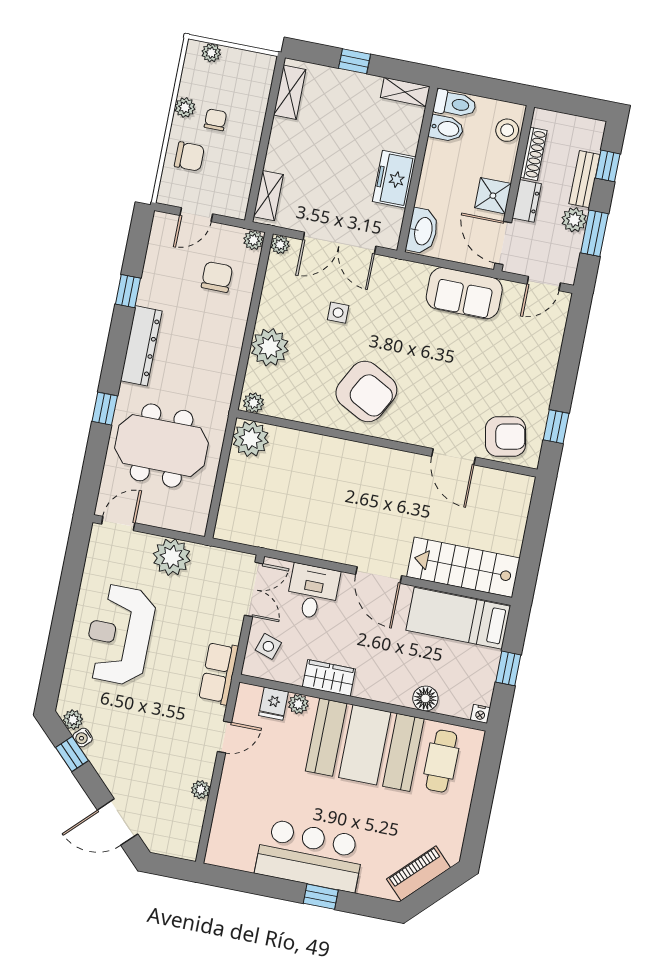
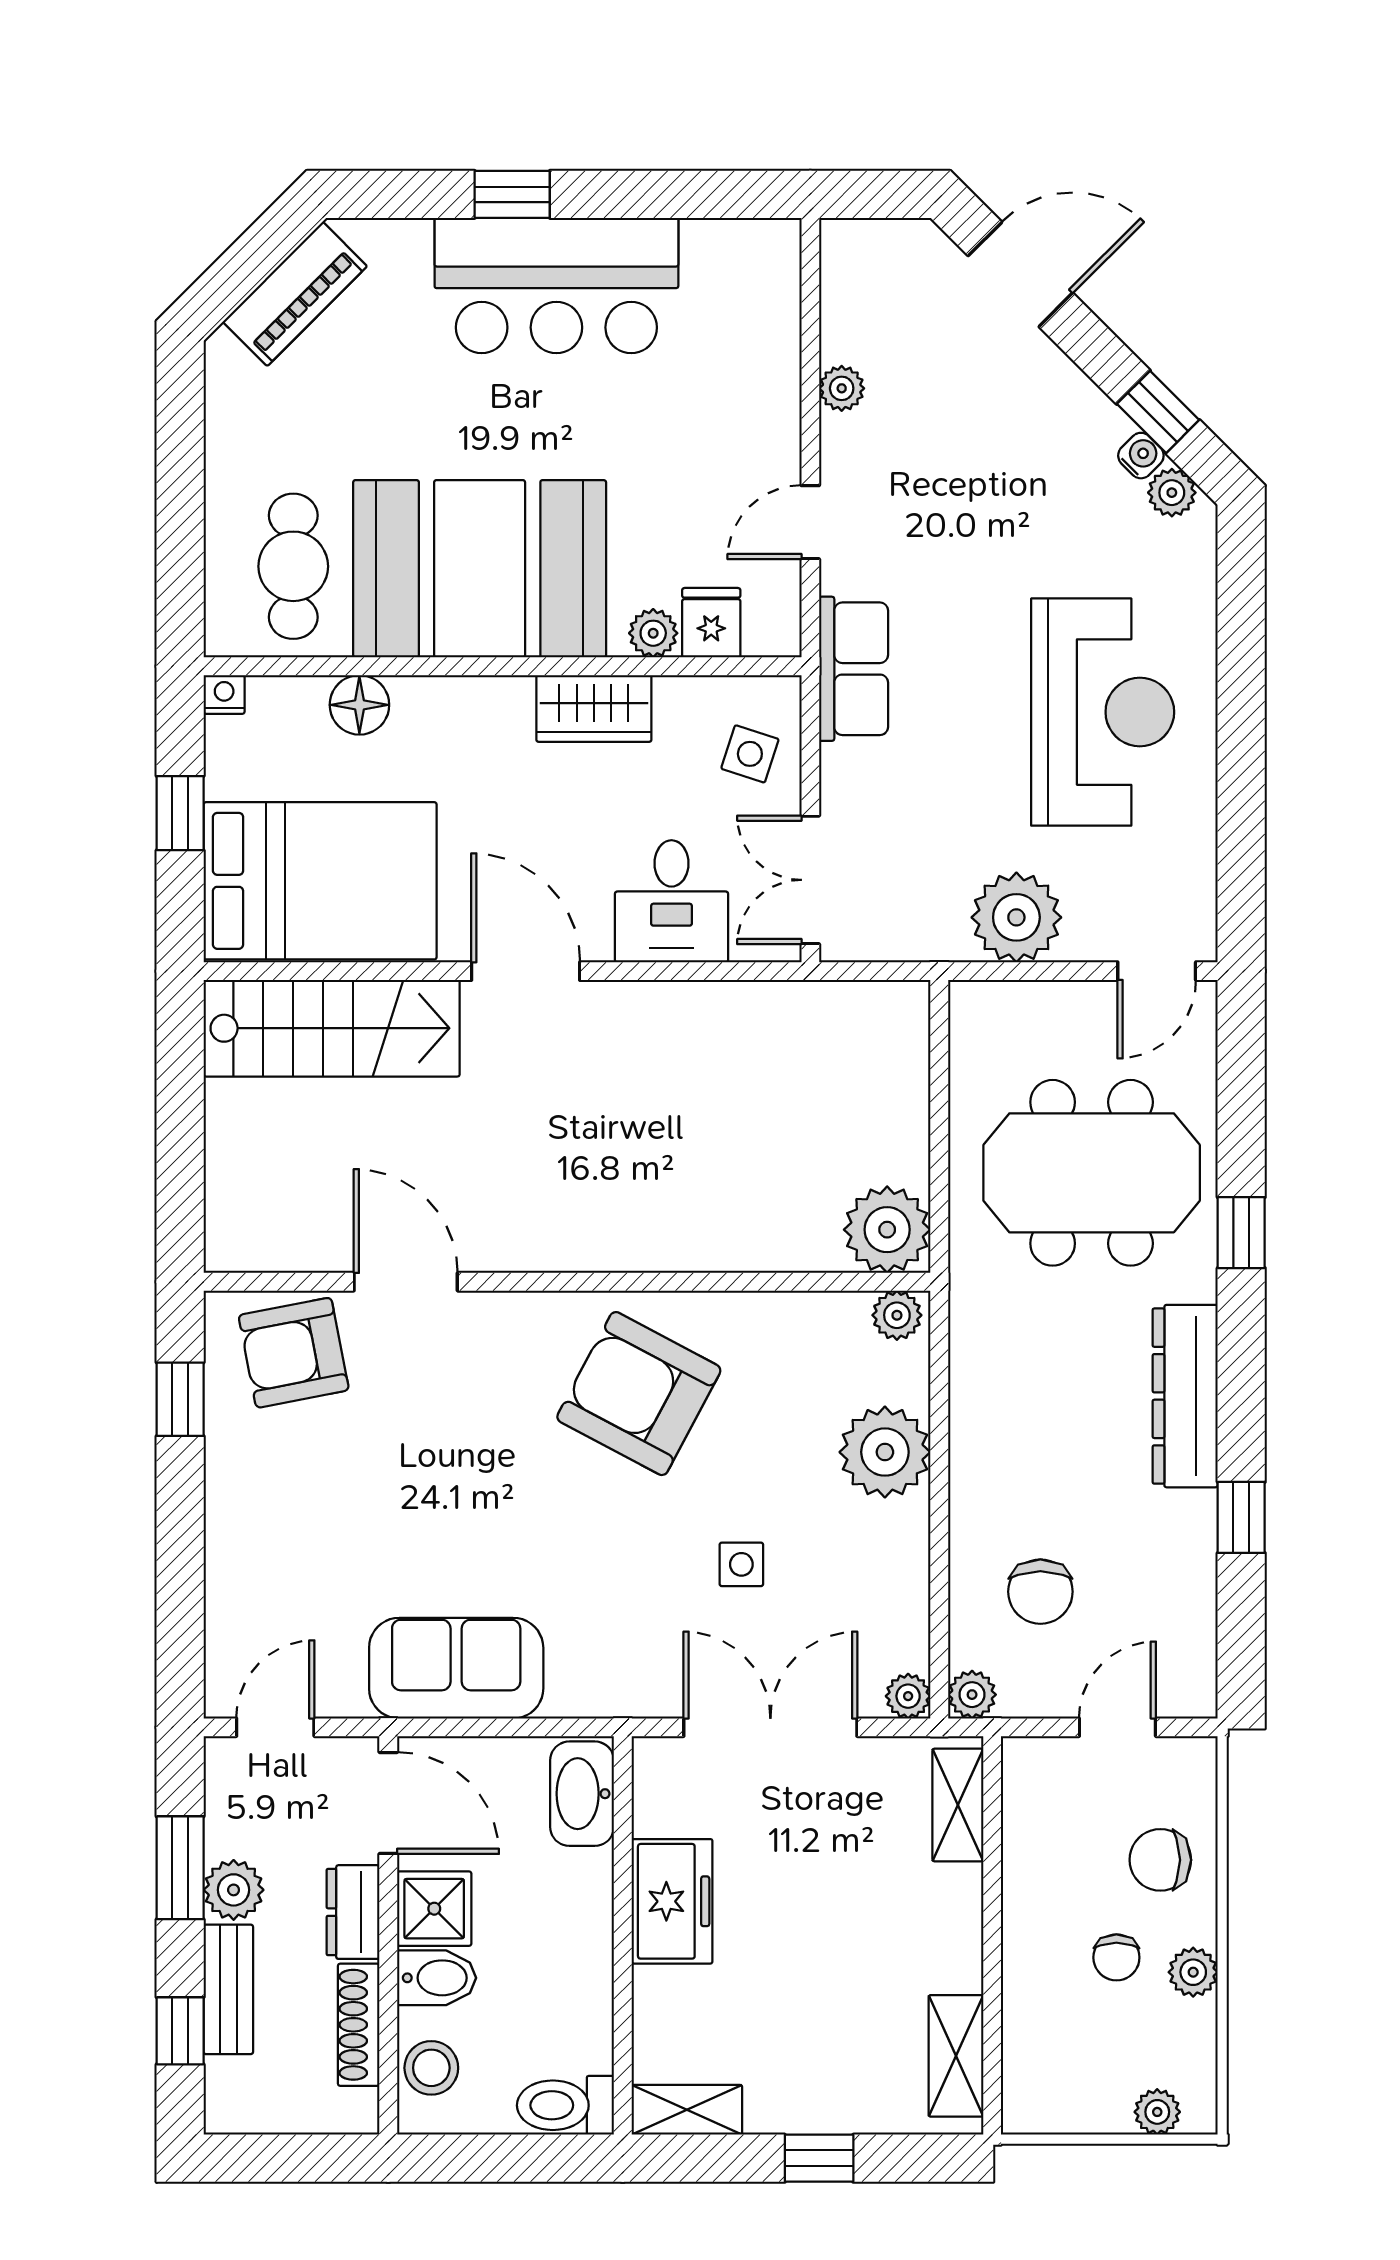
bidet: (446, 128) -> (437, 1978), moved, turned 180
bed: (458, 618) -> (320, 881), width x1.50

